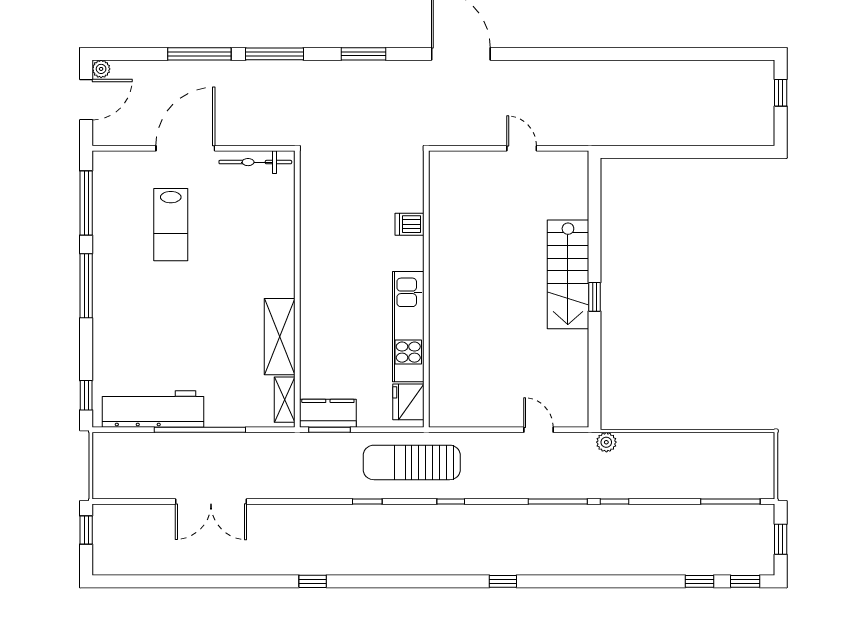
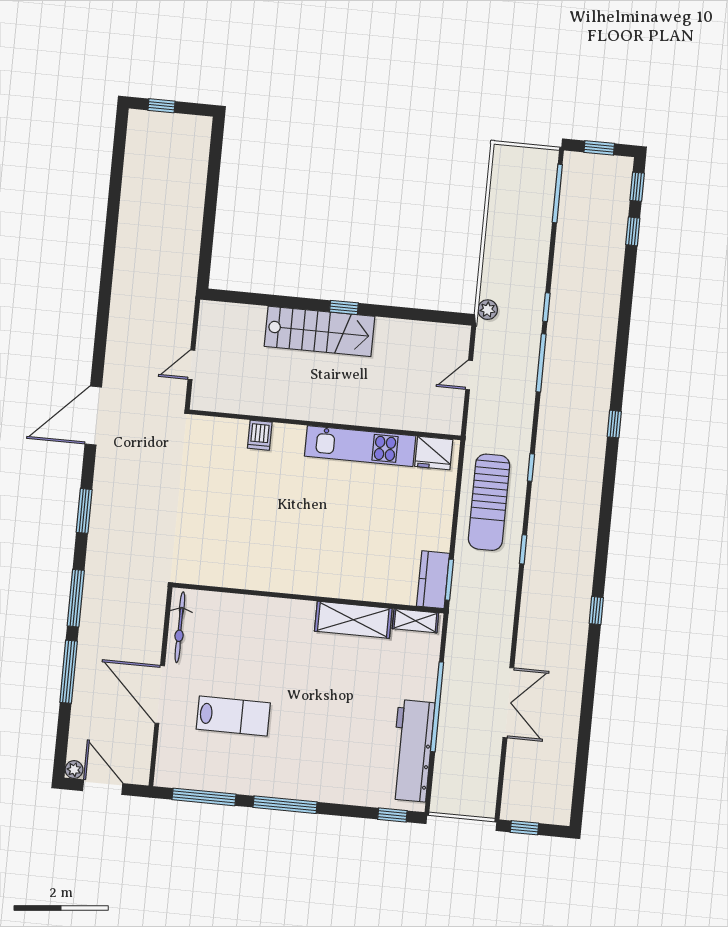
dishwasher: (409, 224) -> (260, 435), moved
wall: (426, 289) -> (325, 425), moved
kitchen unit: (408, 327) -> (360, 446), moved
fridge: (408, 402) -> (434, 453), moved

